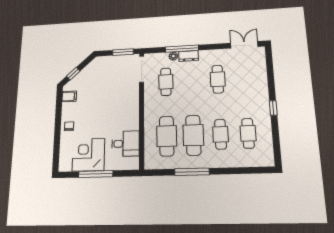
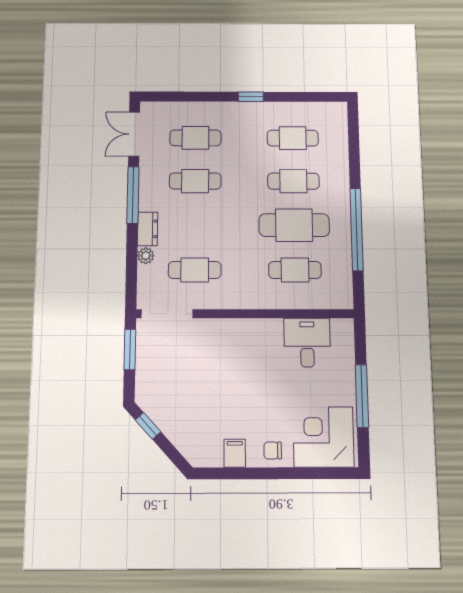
window: (182, 49) -> (133, 195), moved
window: (73, 74) -> (148, 426), moved
cafe table: (244, 78) -> (195, 138), added
filing cabinet: (69, 96) -> (235, 453), moved
cafe table: (167, 136) -> (295, 270), width x0.73, depth x0.74
corner desk: (89, 155) -> (323, 437), moved, turned 90
window: (192, 172) -> (357, 229), width x1.46

